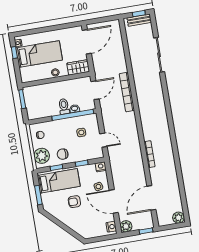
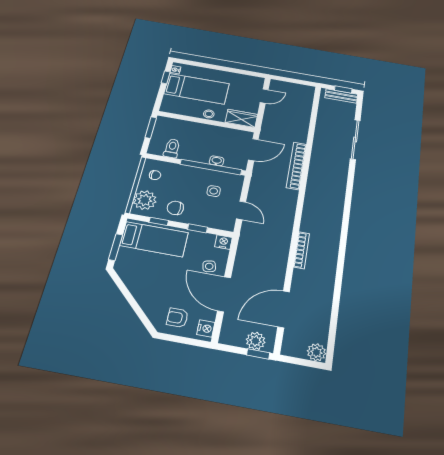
door: (87, 42) -> (264, 96), width x0.53
toilet: (64, 106) -> (172, 148), moved
armchair: (74, 202) -> (177, 318), moved
plant: (126, 226) -> (256, 341), moved

